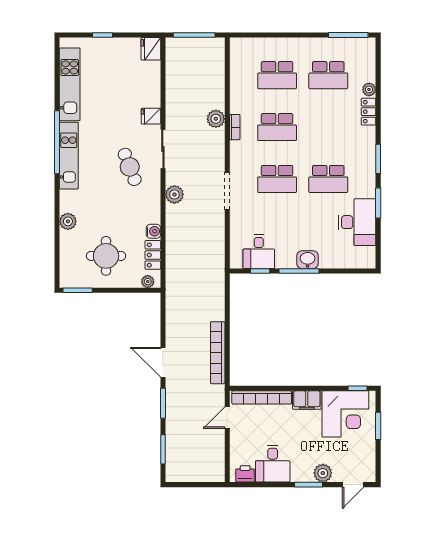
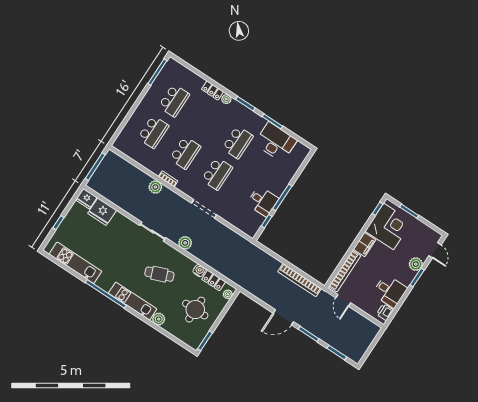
plant: (369, 89) -> (226, 99), moved
fridge: (151, 116) -> (102, 212), moved, width x1.88, depth x1.34
kitchen unit: (69, 156) -> (133, 301), moved
cafe table: (130, 167) -> (159, 274), moved
desk: (259, 252) -> (263, 201), moved
washbasin: (308, 260) -> (279, 187), removed

